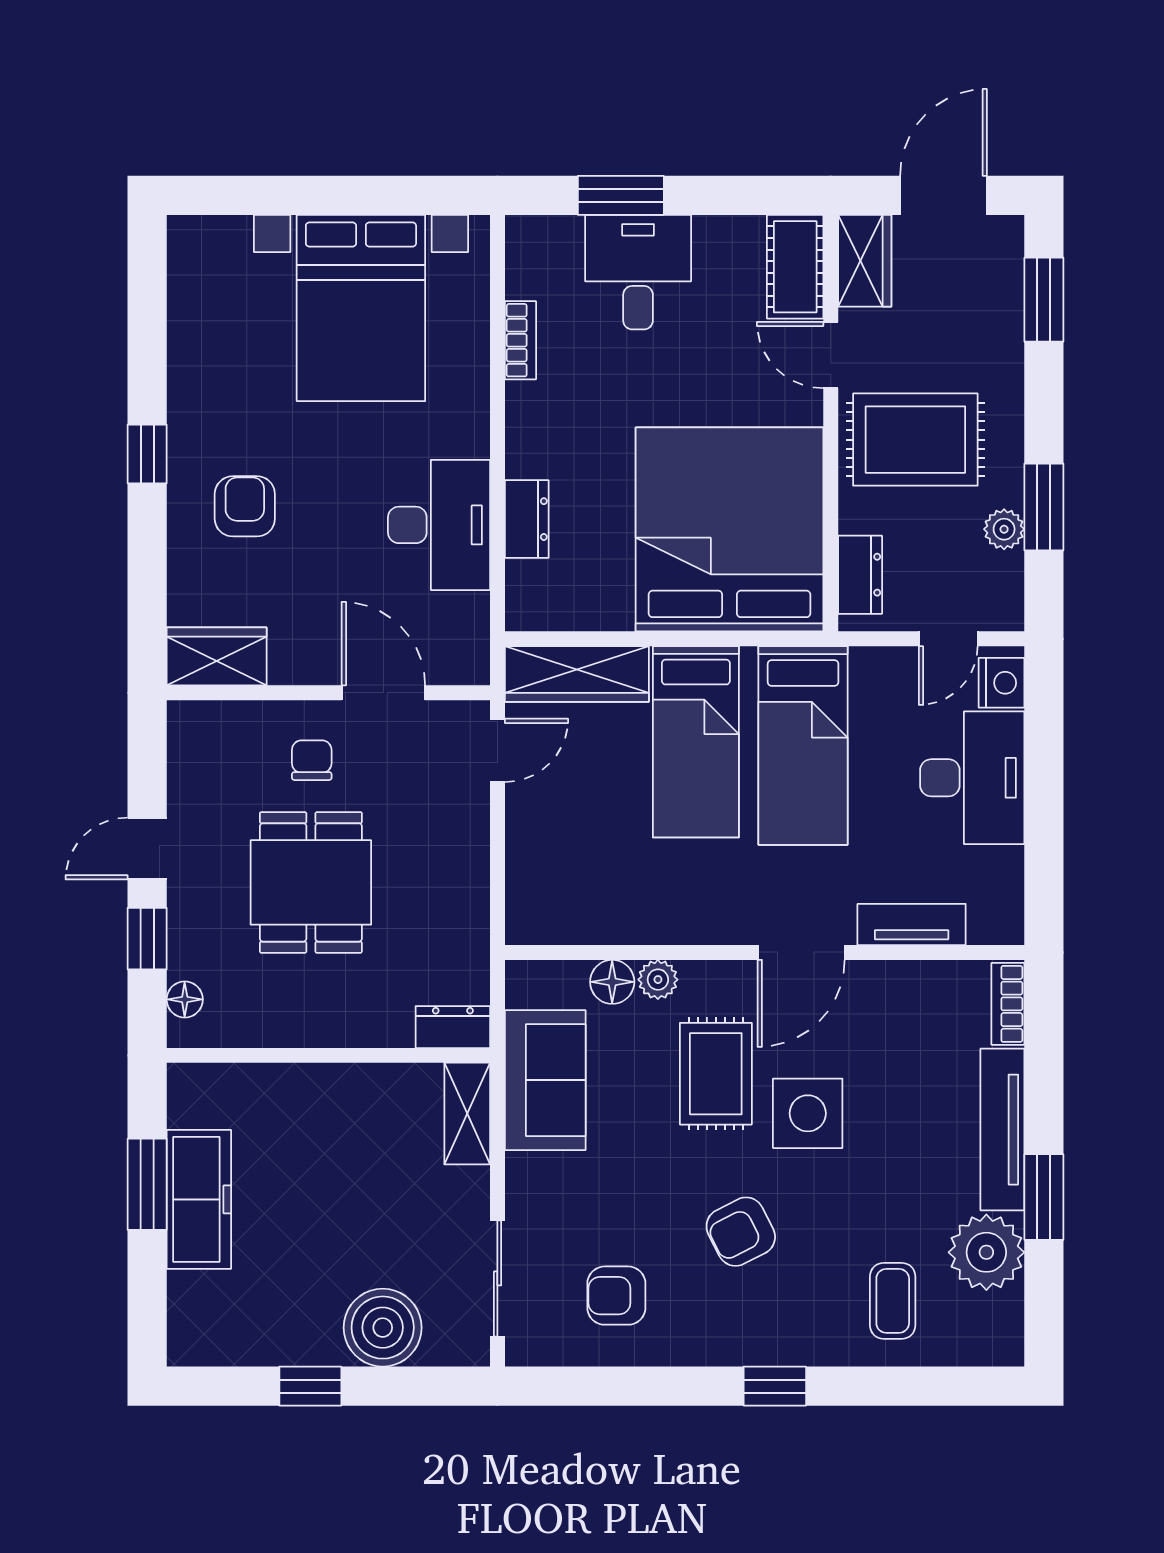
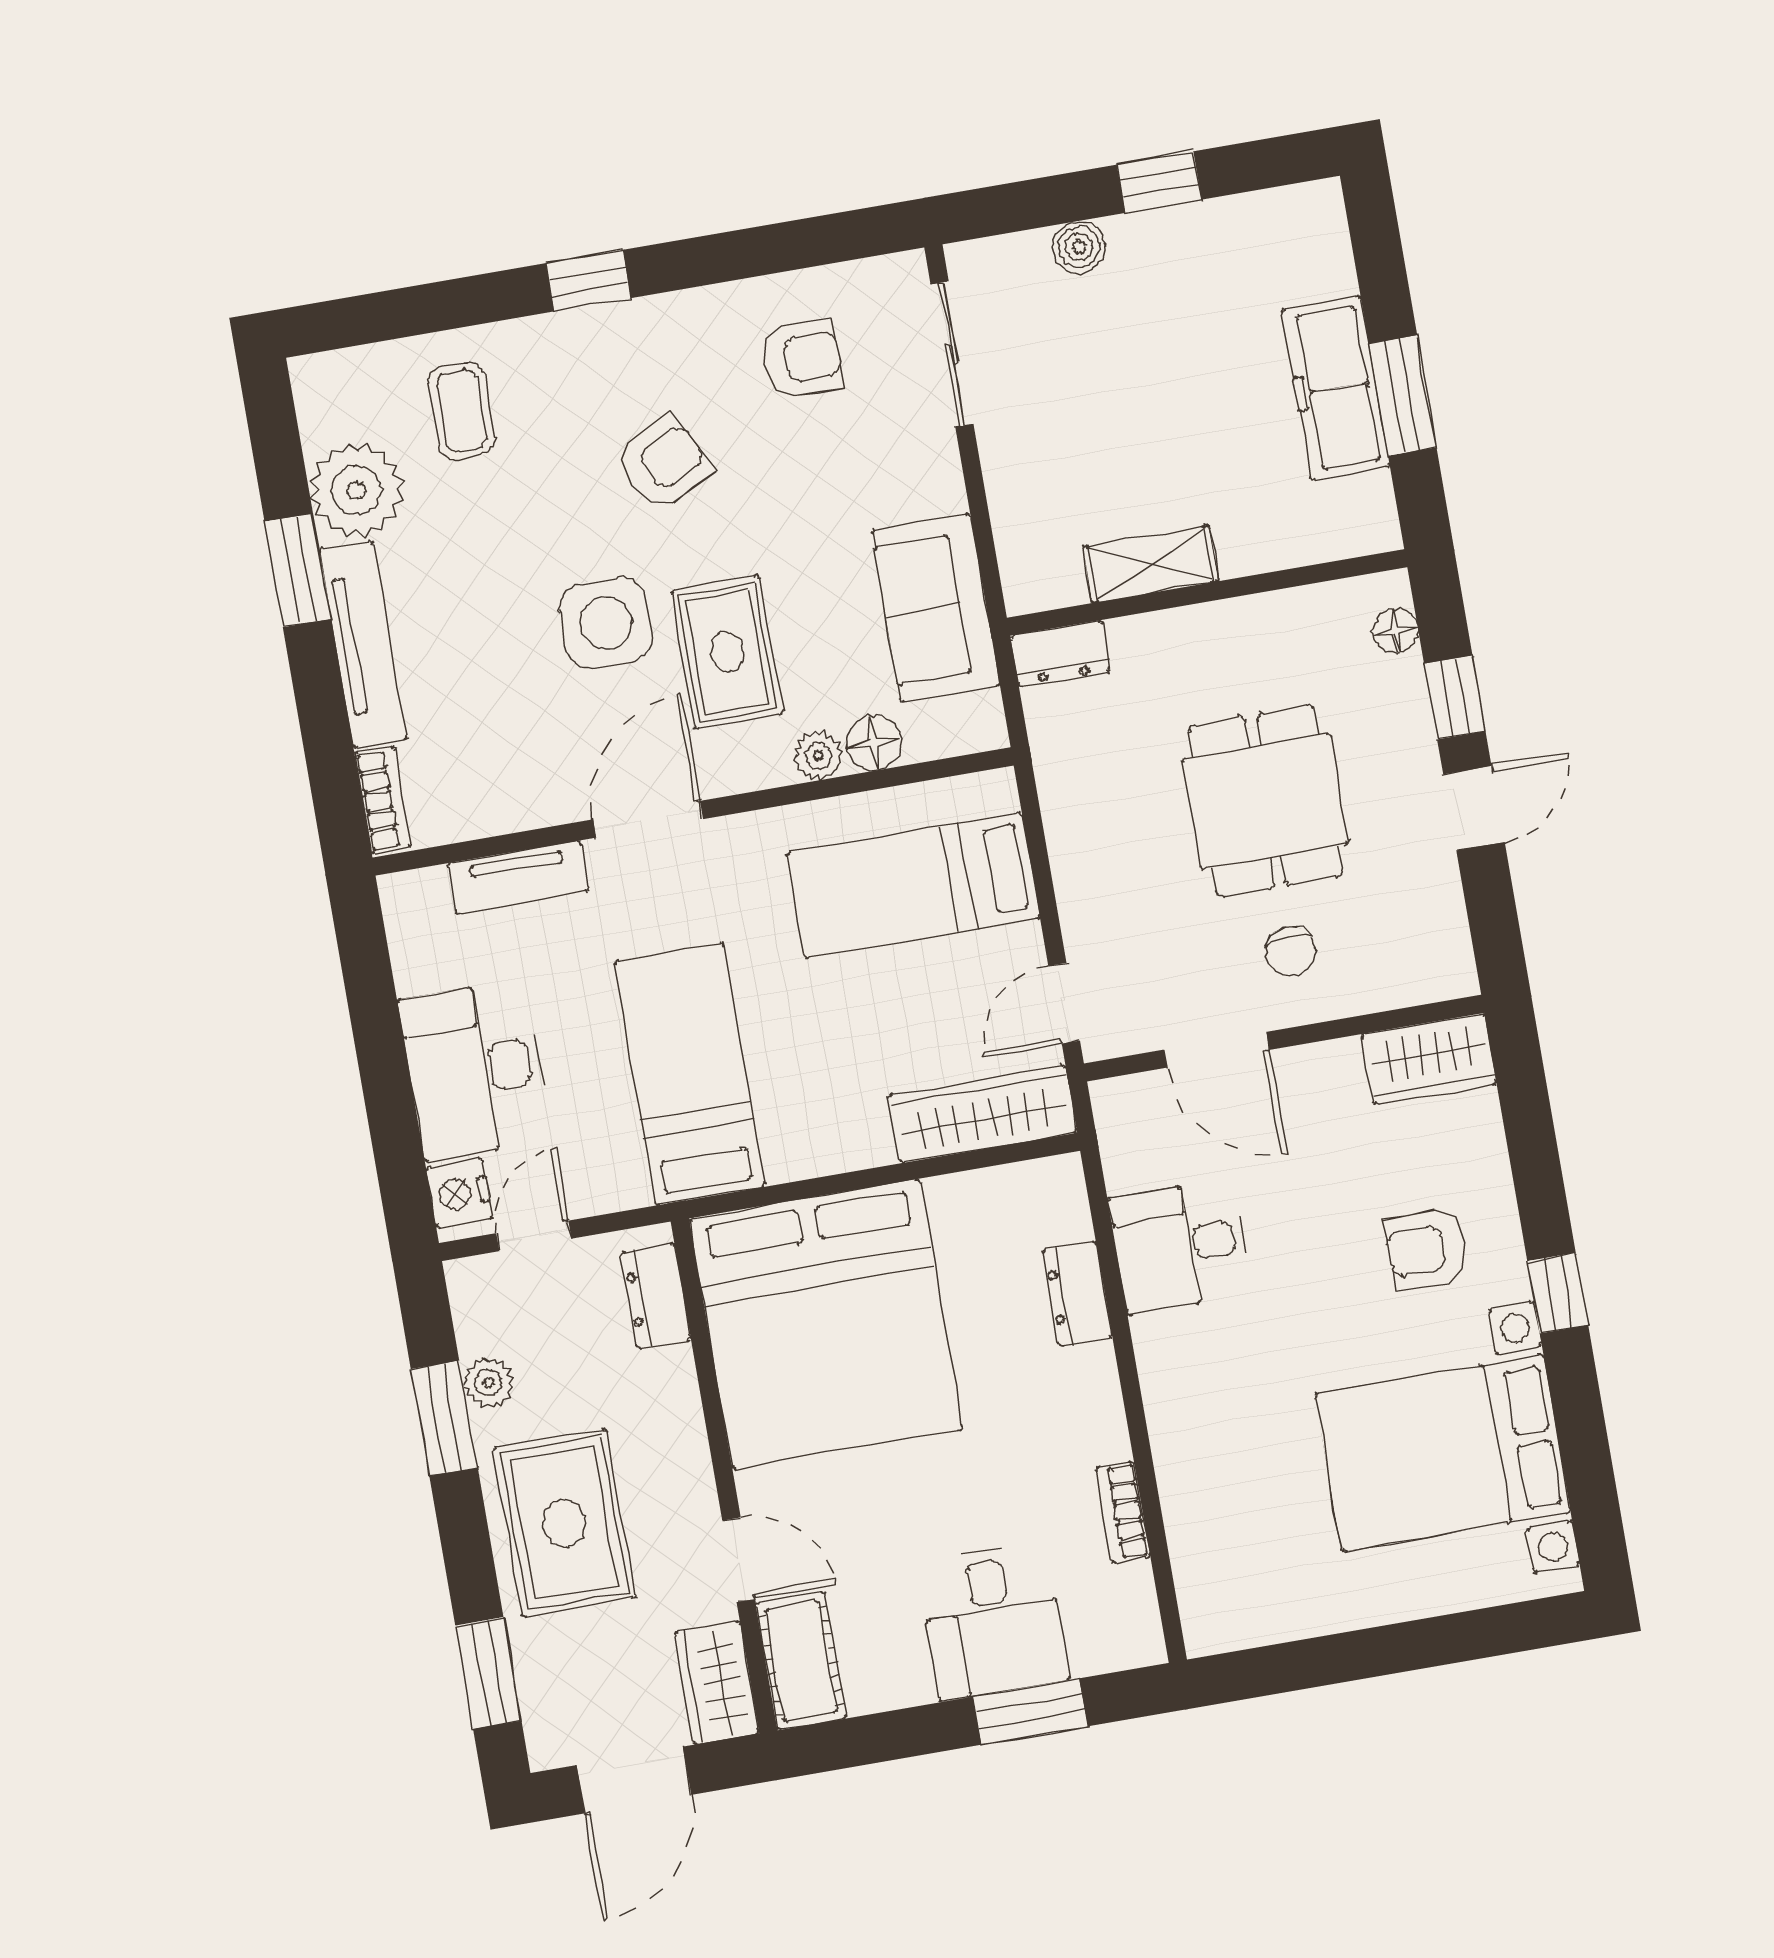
bed with nightstands: (361, 308) -> (1443, 1453), moved, turned -90
rug: (915, 440) -> (564, 1523), moved, turned 90
armchair: (245, 506) -> (1426, 1249), turned 90
desk: (439, 525) -> (1180, 1246), width x0.73
bed: (696, 742) -> (913, 885), moved, turned -90
shelving: (467, 1114) -> (1150, 564), moved, turned 90
boiler: (383, 1328) -> (1079, 247), width x0.54, depth x0.54

